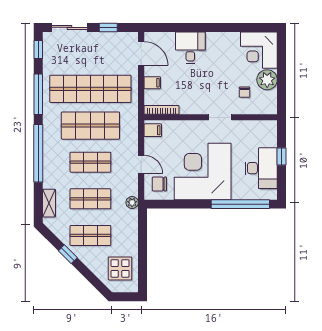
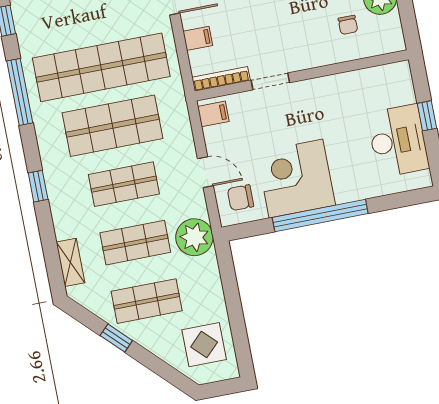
doorway: (220, 117) -> (270, 81), moved
window: (38, 153) -> (38, 186), width x0.32
corner desk: (203, 172) -> (296, 179), width x0.74, depth x0.74
plant: (132, 202) -> (194, 237), width x1.87, depth x1.87
window: (240, 204) -> (320, 216), moved

